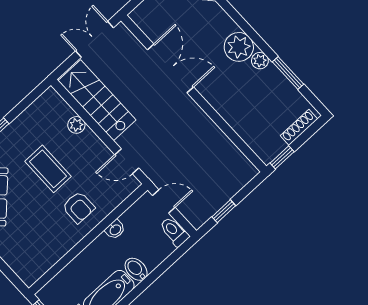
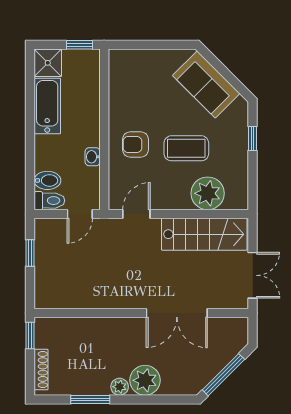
plant: (76, 125) -> (208, 193), width x1.88, depth x1.88
bidet: (136, 269) -> (47, 180), moved

